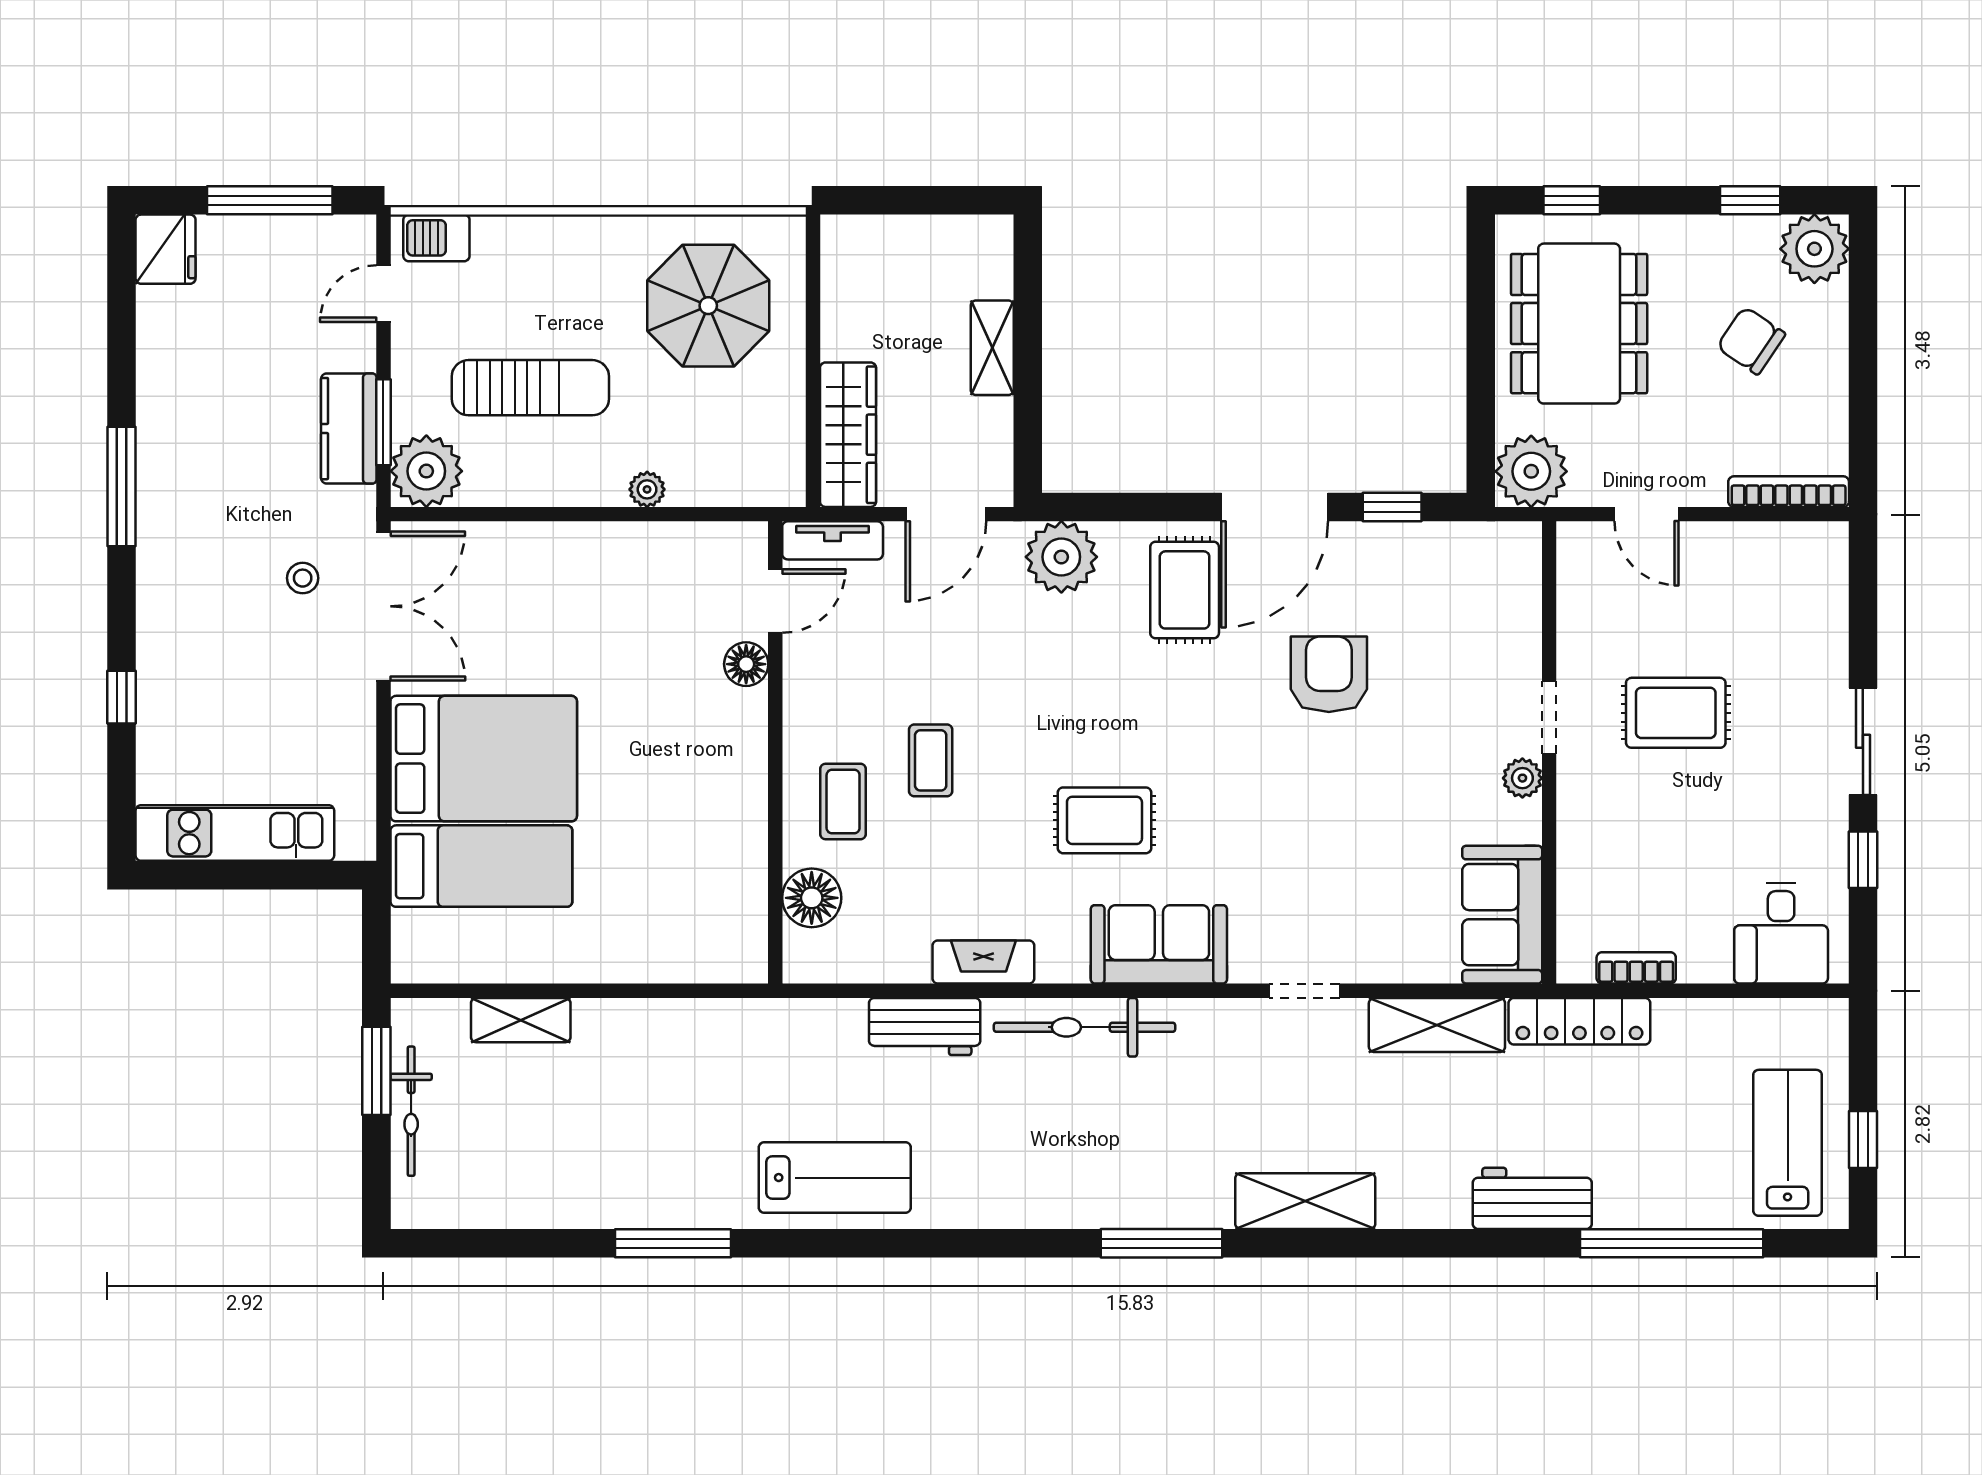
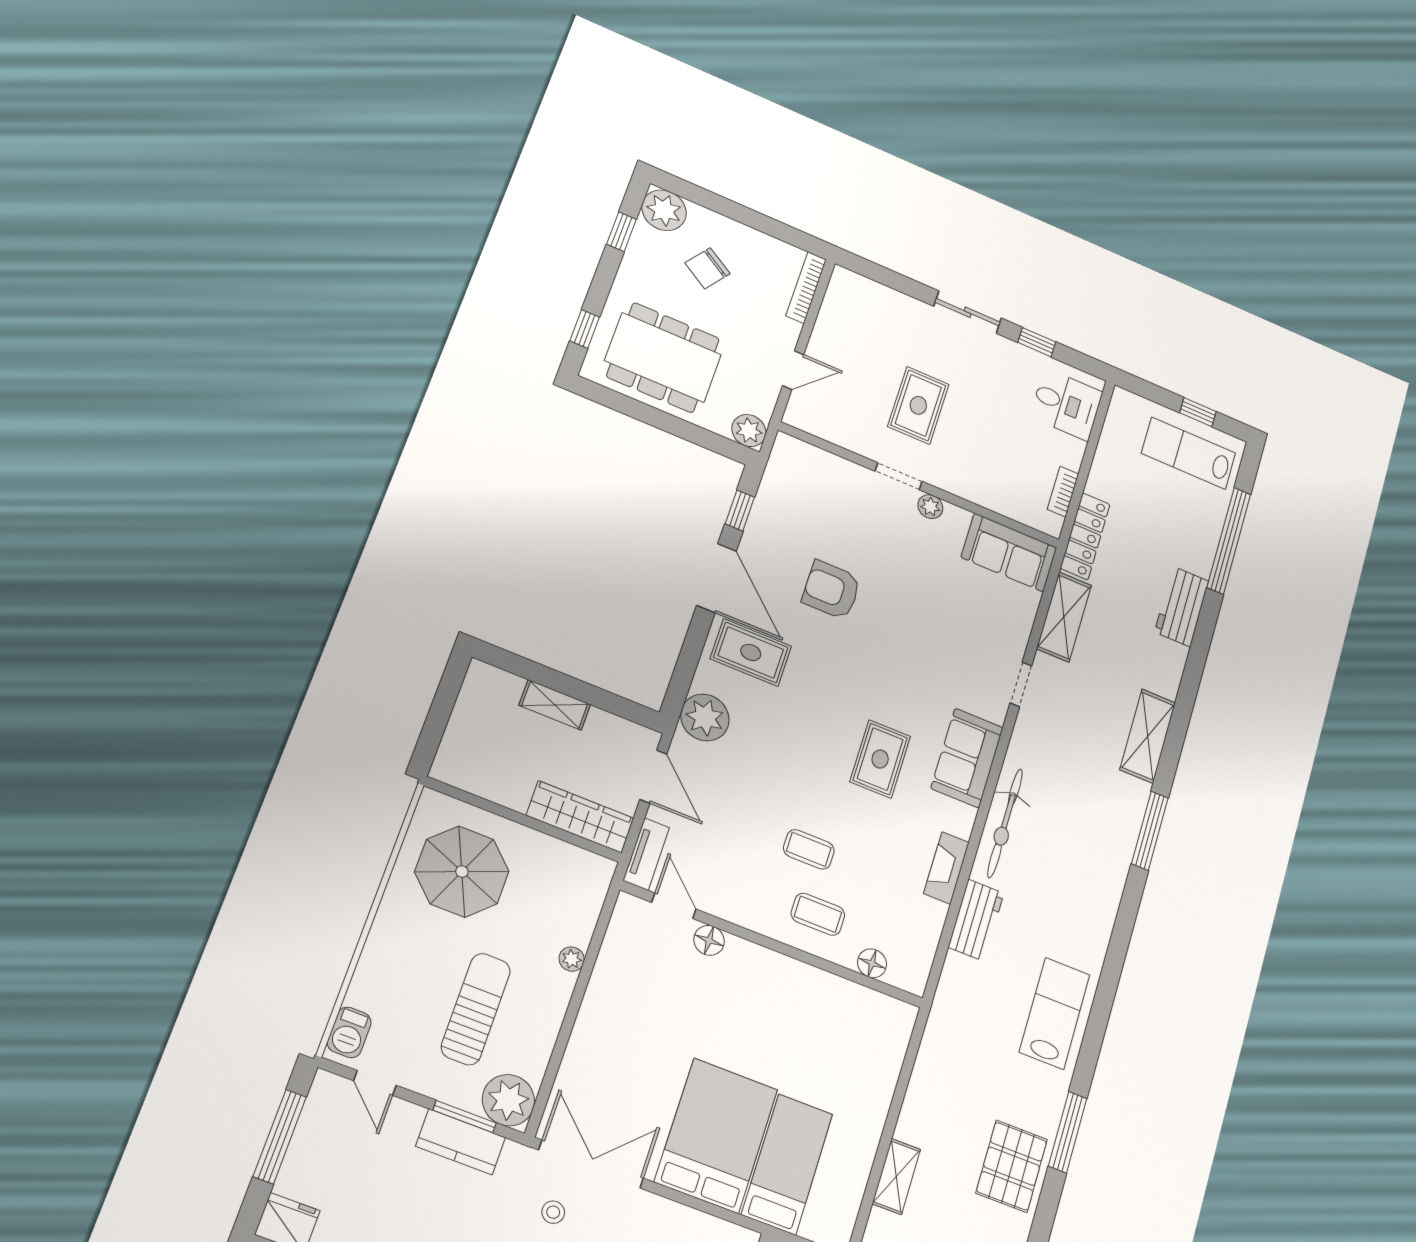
plant: (1531, 471) -> (749, 431), width x0.73, depth x0.73
floor lamp: (812, 898) -> (872, 963), width x0.73, depth x0.73
pallet: (595, 1177) -> (1012, 1166), added

